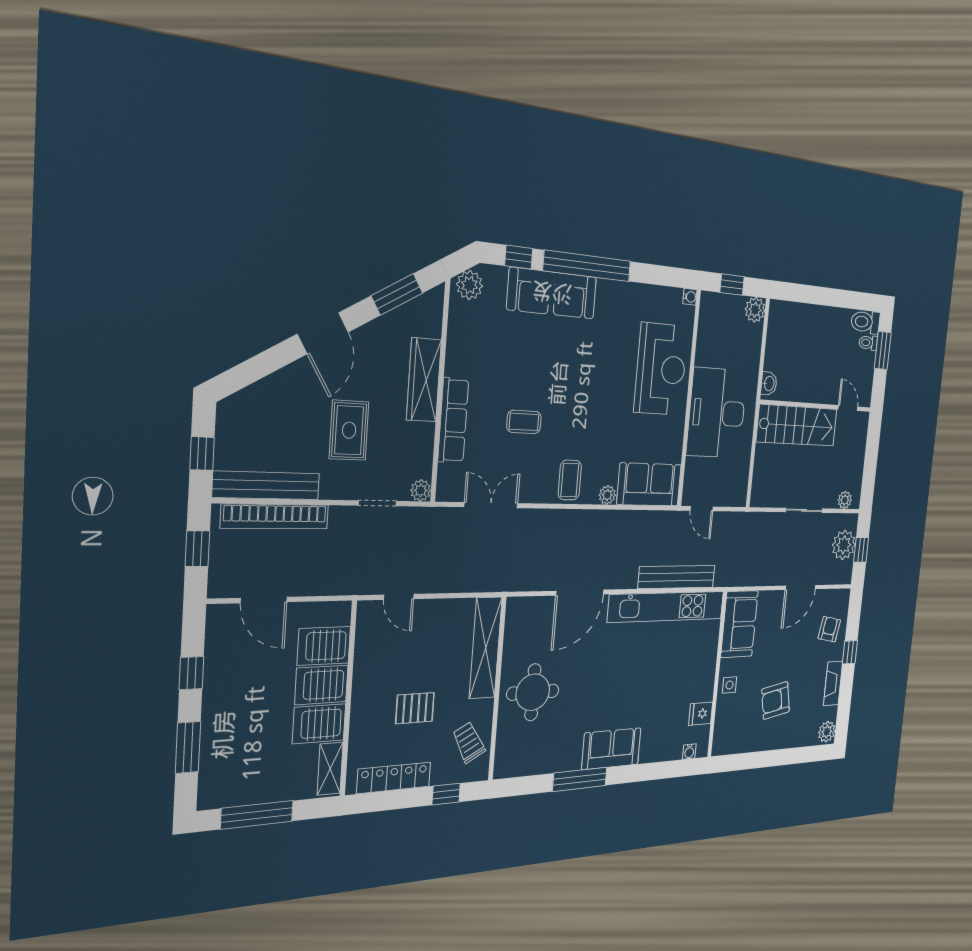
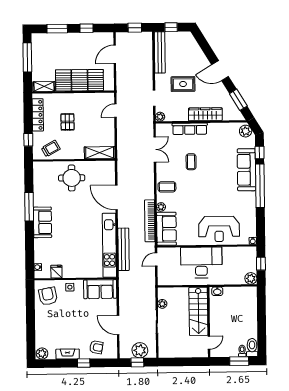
plant: (845, 500) -> (162, 304), moved
bookcase: (275, 517) -> (150, 221), moved
shelving: (486, 648) -> (100, 153), width x0.68
armchair: (776, 700) -> (48, 296), moved

